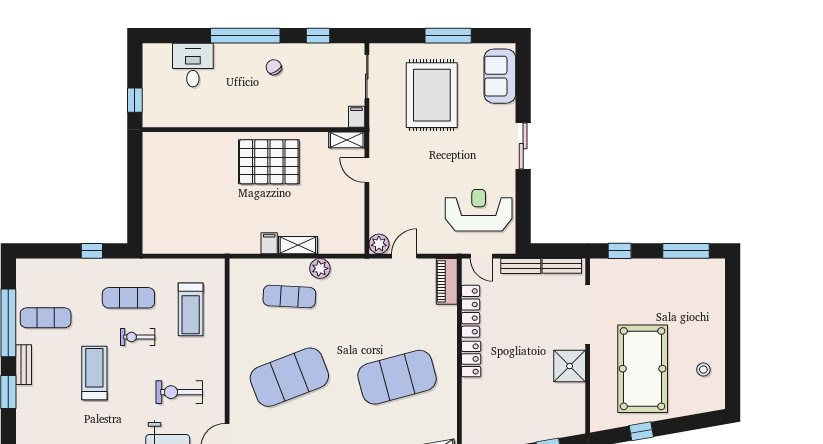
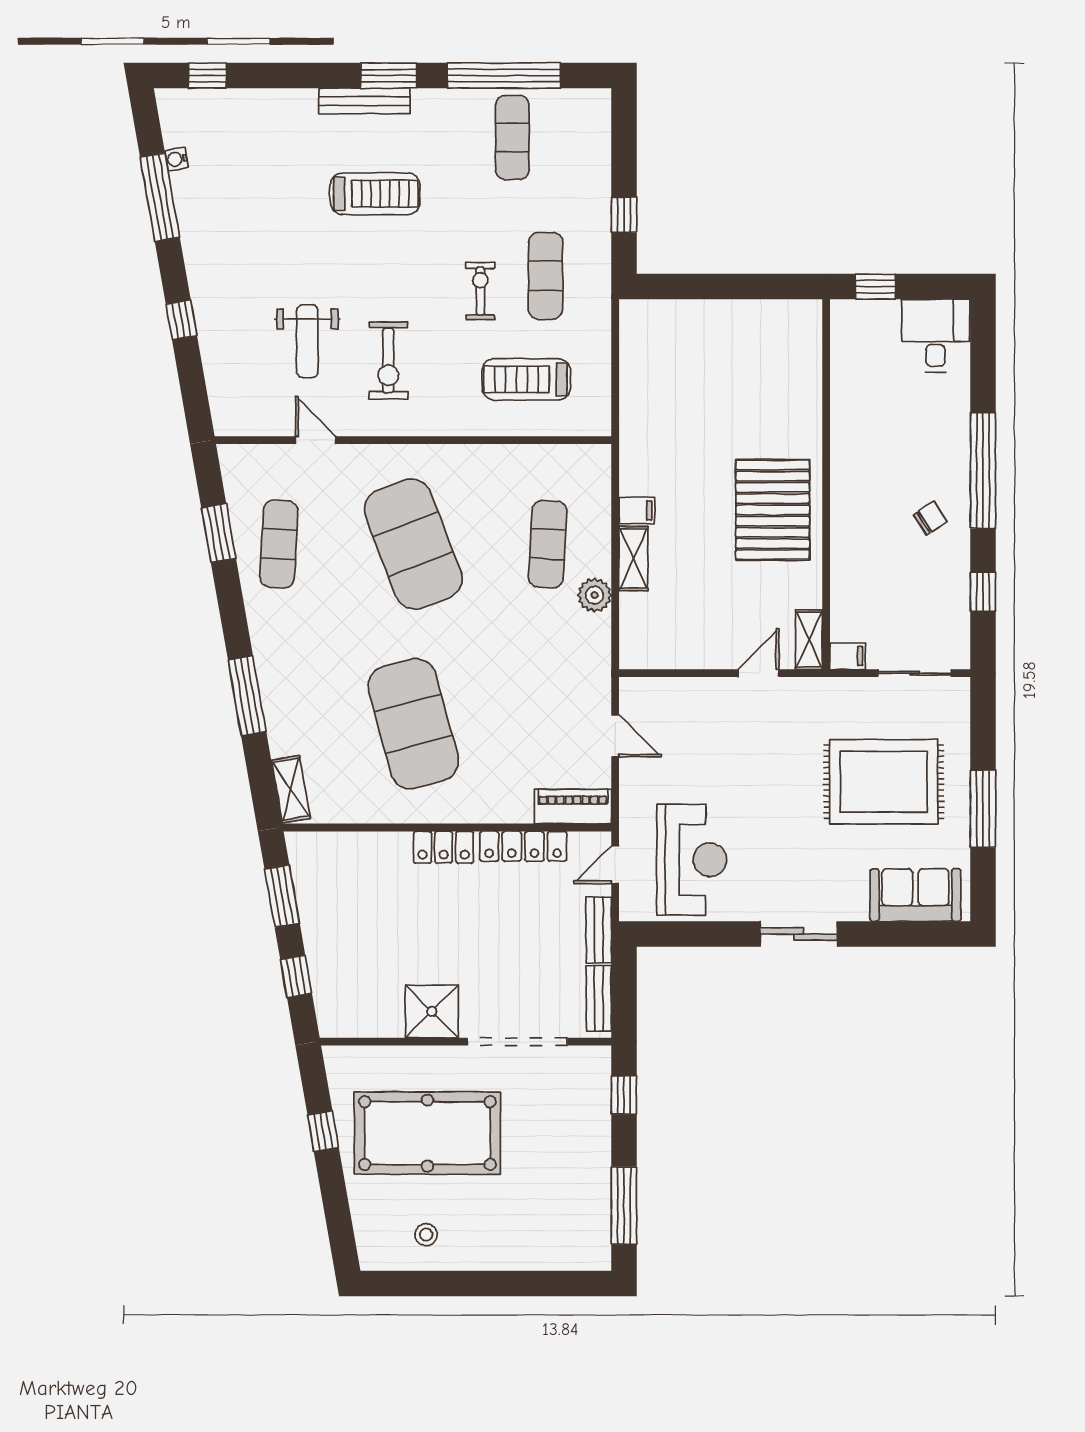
desk: (193, 65) -> (936, 336), moved, turned -90
plant: (379, 244) -> (636, 694), removed
bench: (24, 365) -> (365, 101), moved, width x1.36
treadmill: (94, 373) -> (375, 194), moved
exercise bike: (179, 392) -> (388, 360), turned 180

